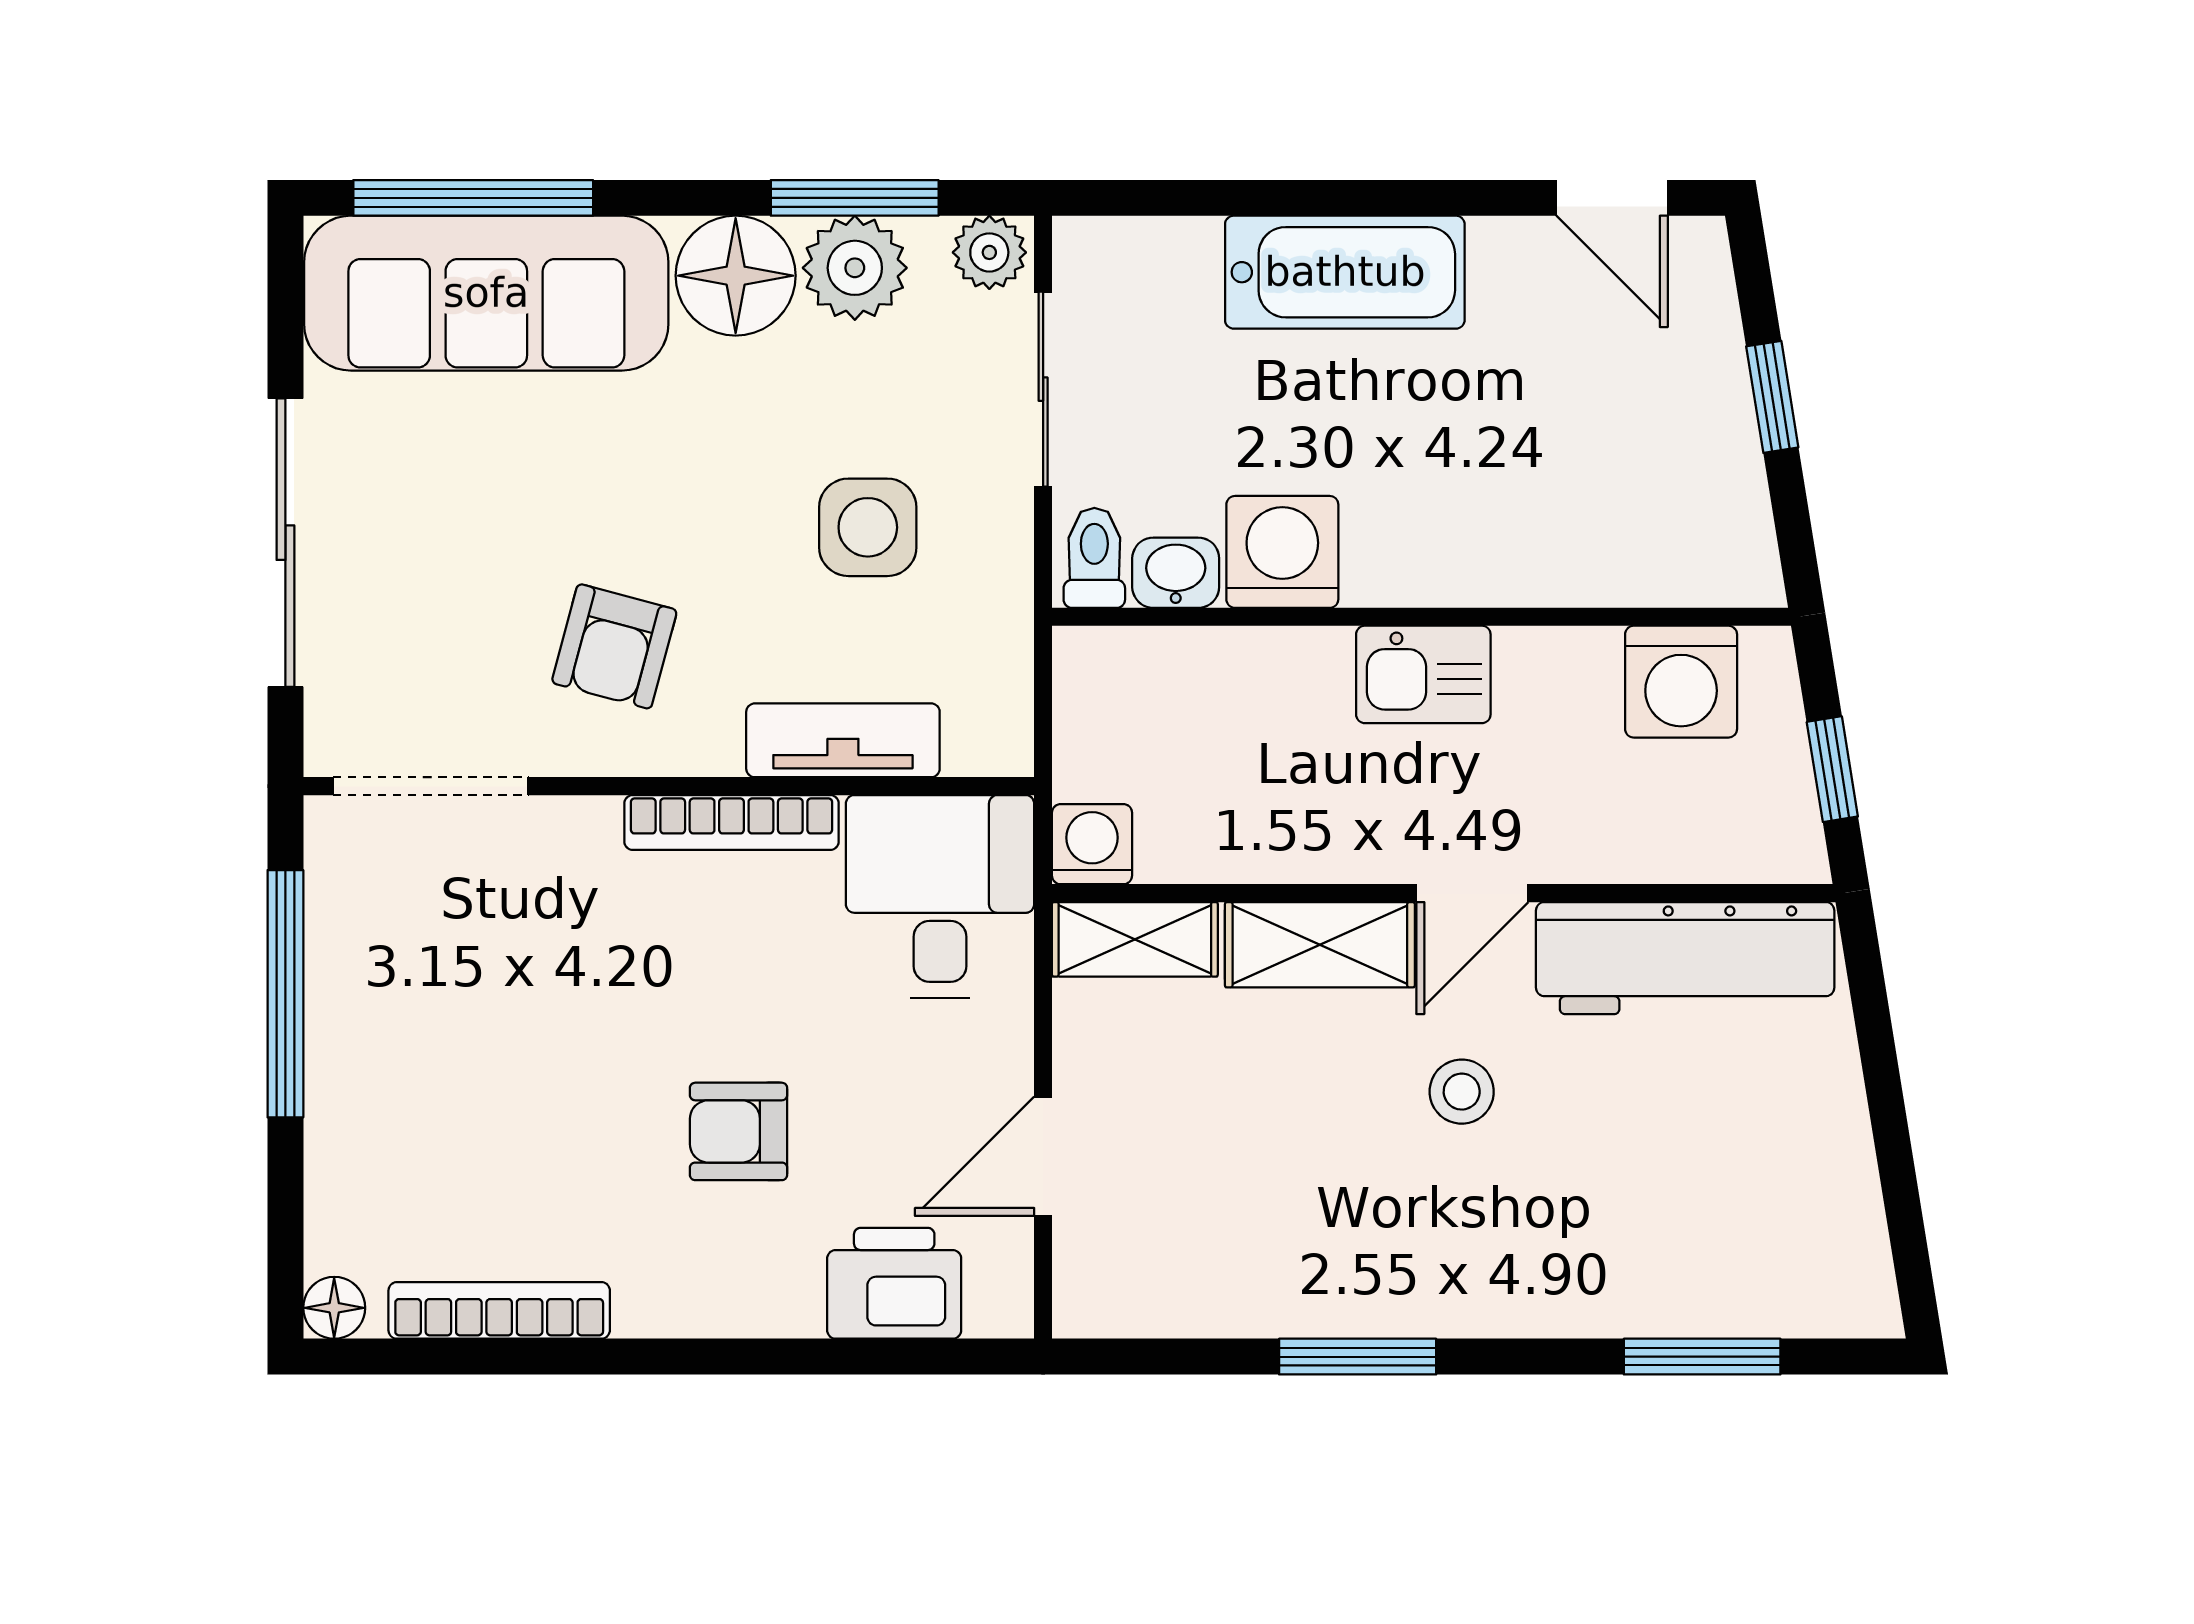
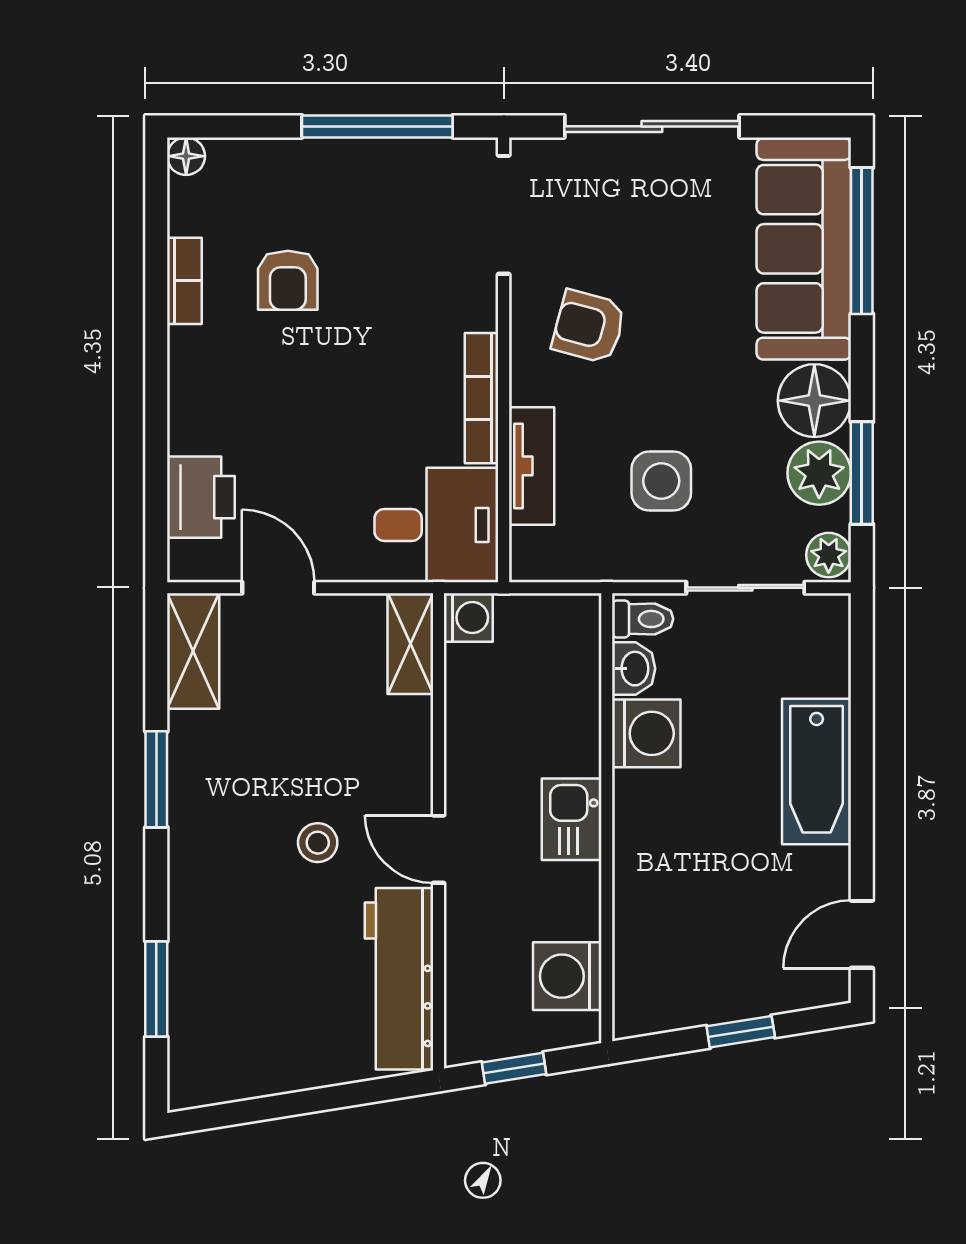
shelving: (1320, 945) -> (193, 651), moved
armchair: (739, 1131) -> (288, 280), moved, turned 180
bookcase: (499, 1310) -> (184, 281), width x0.64

